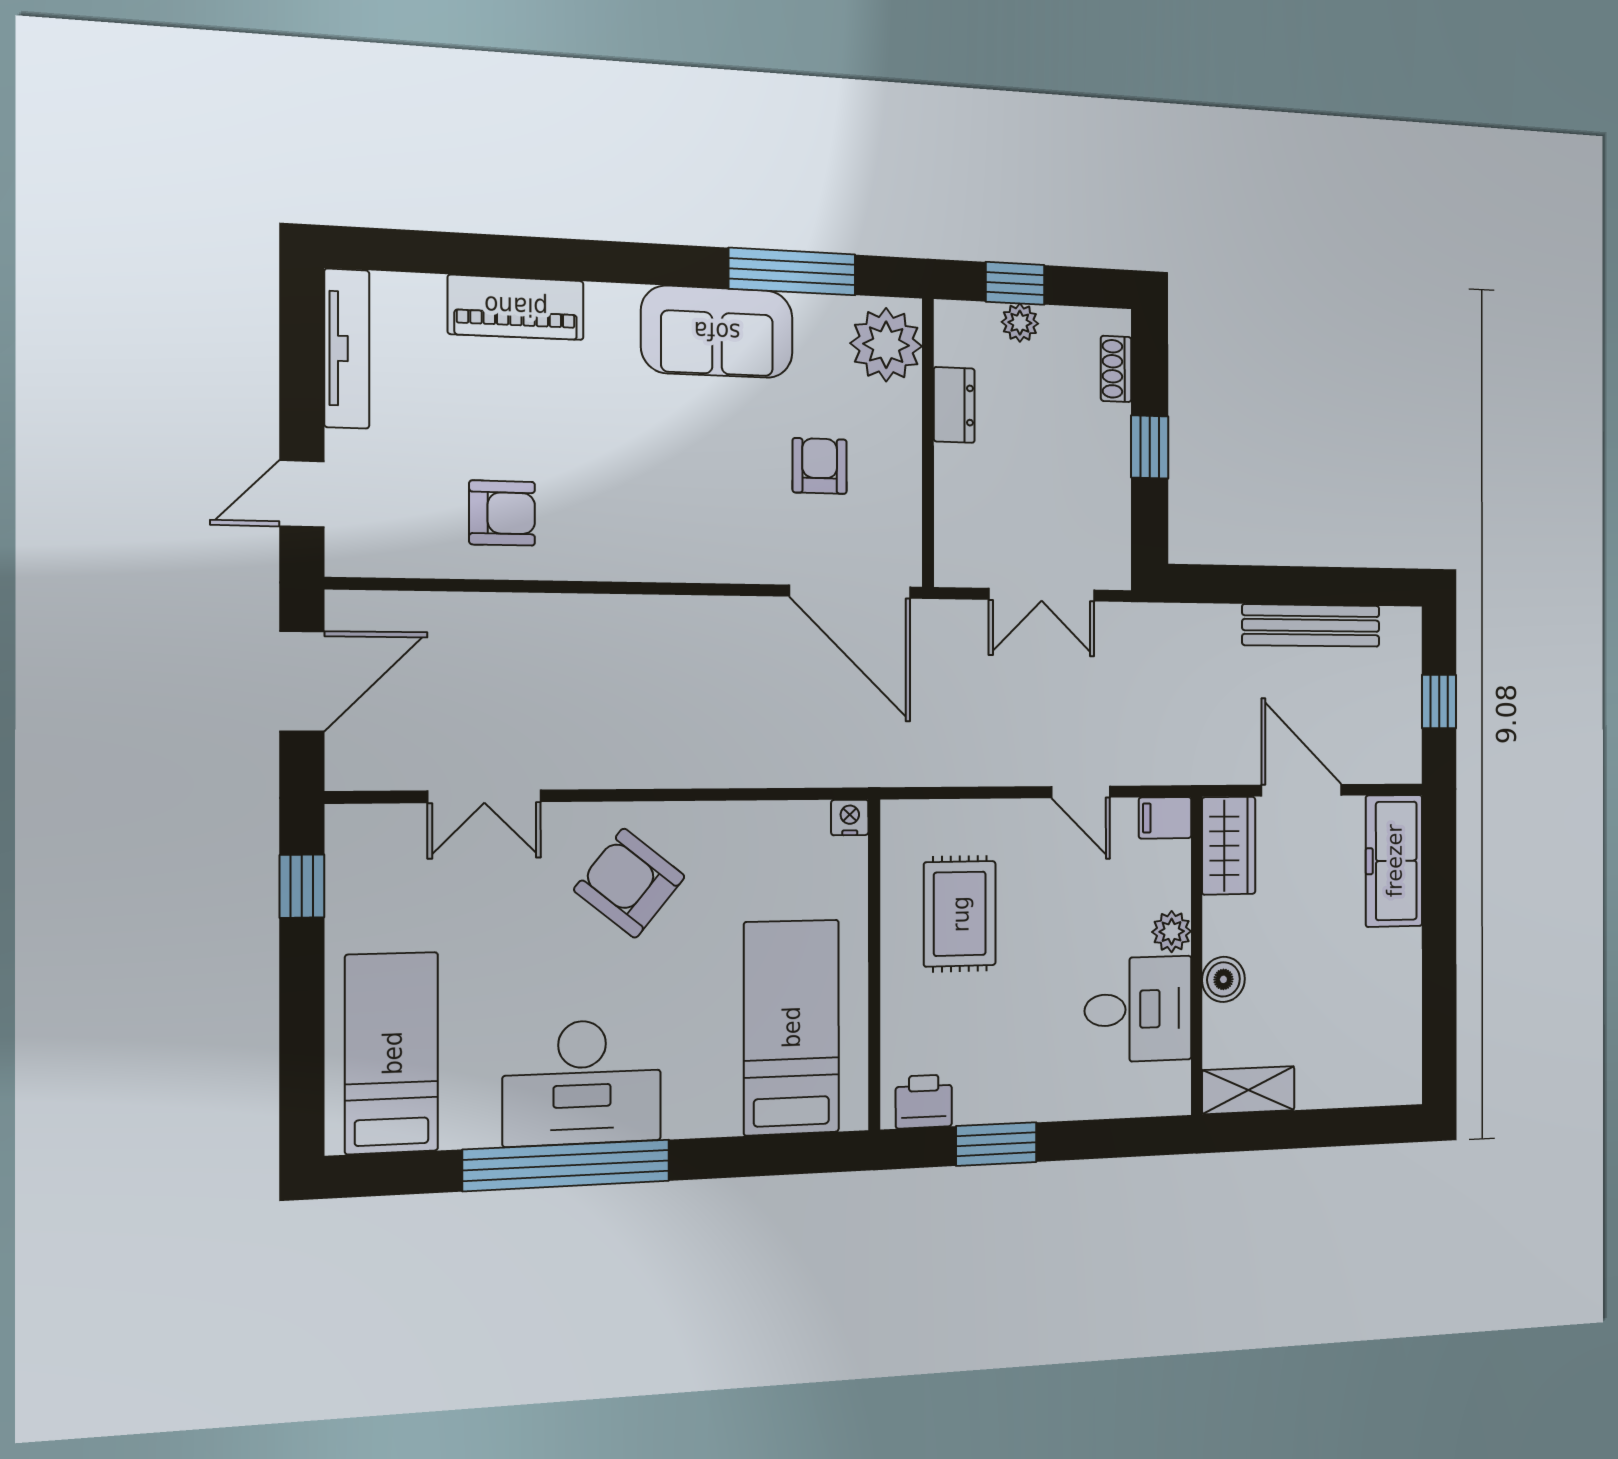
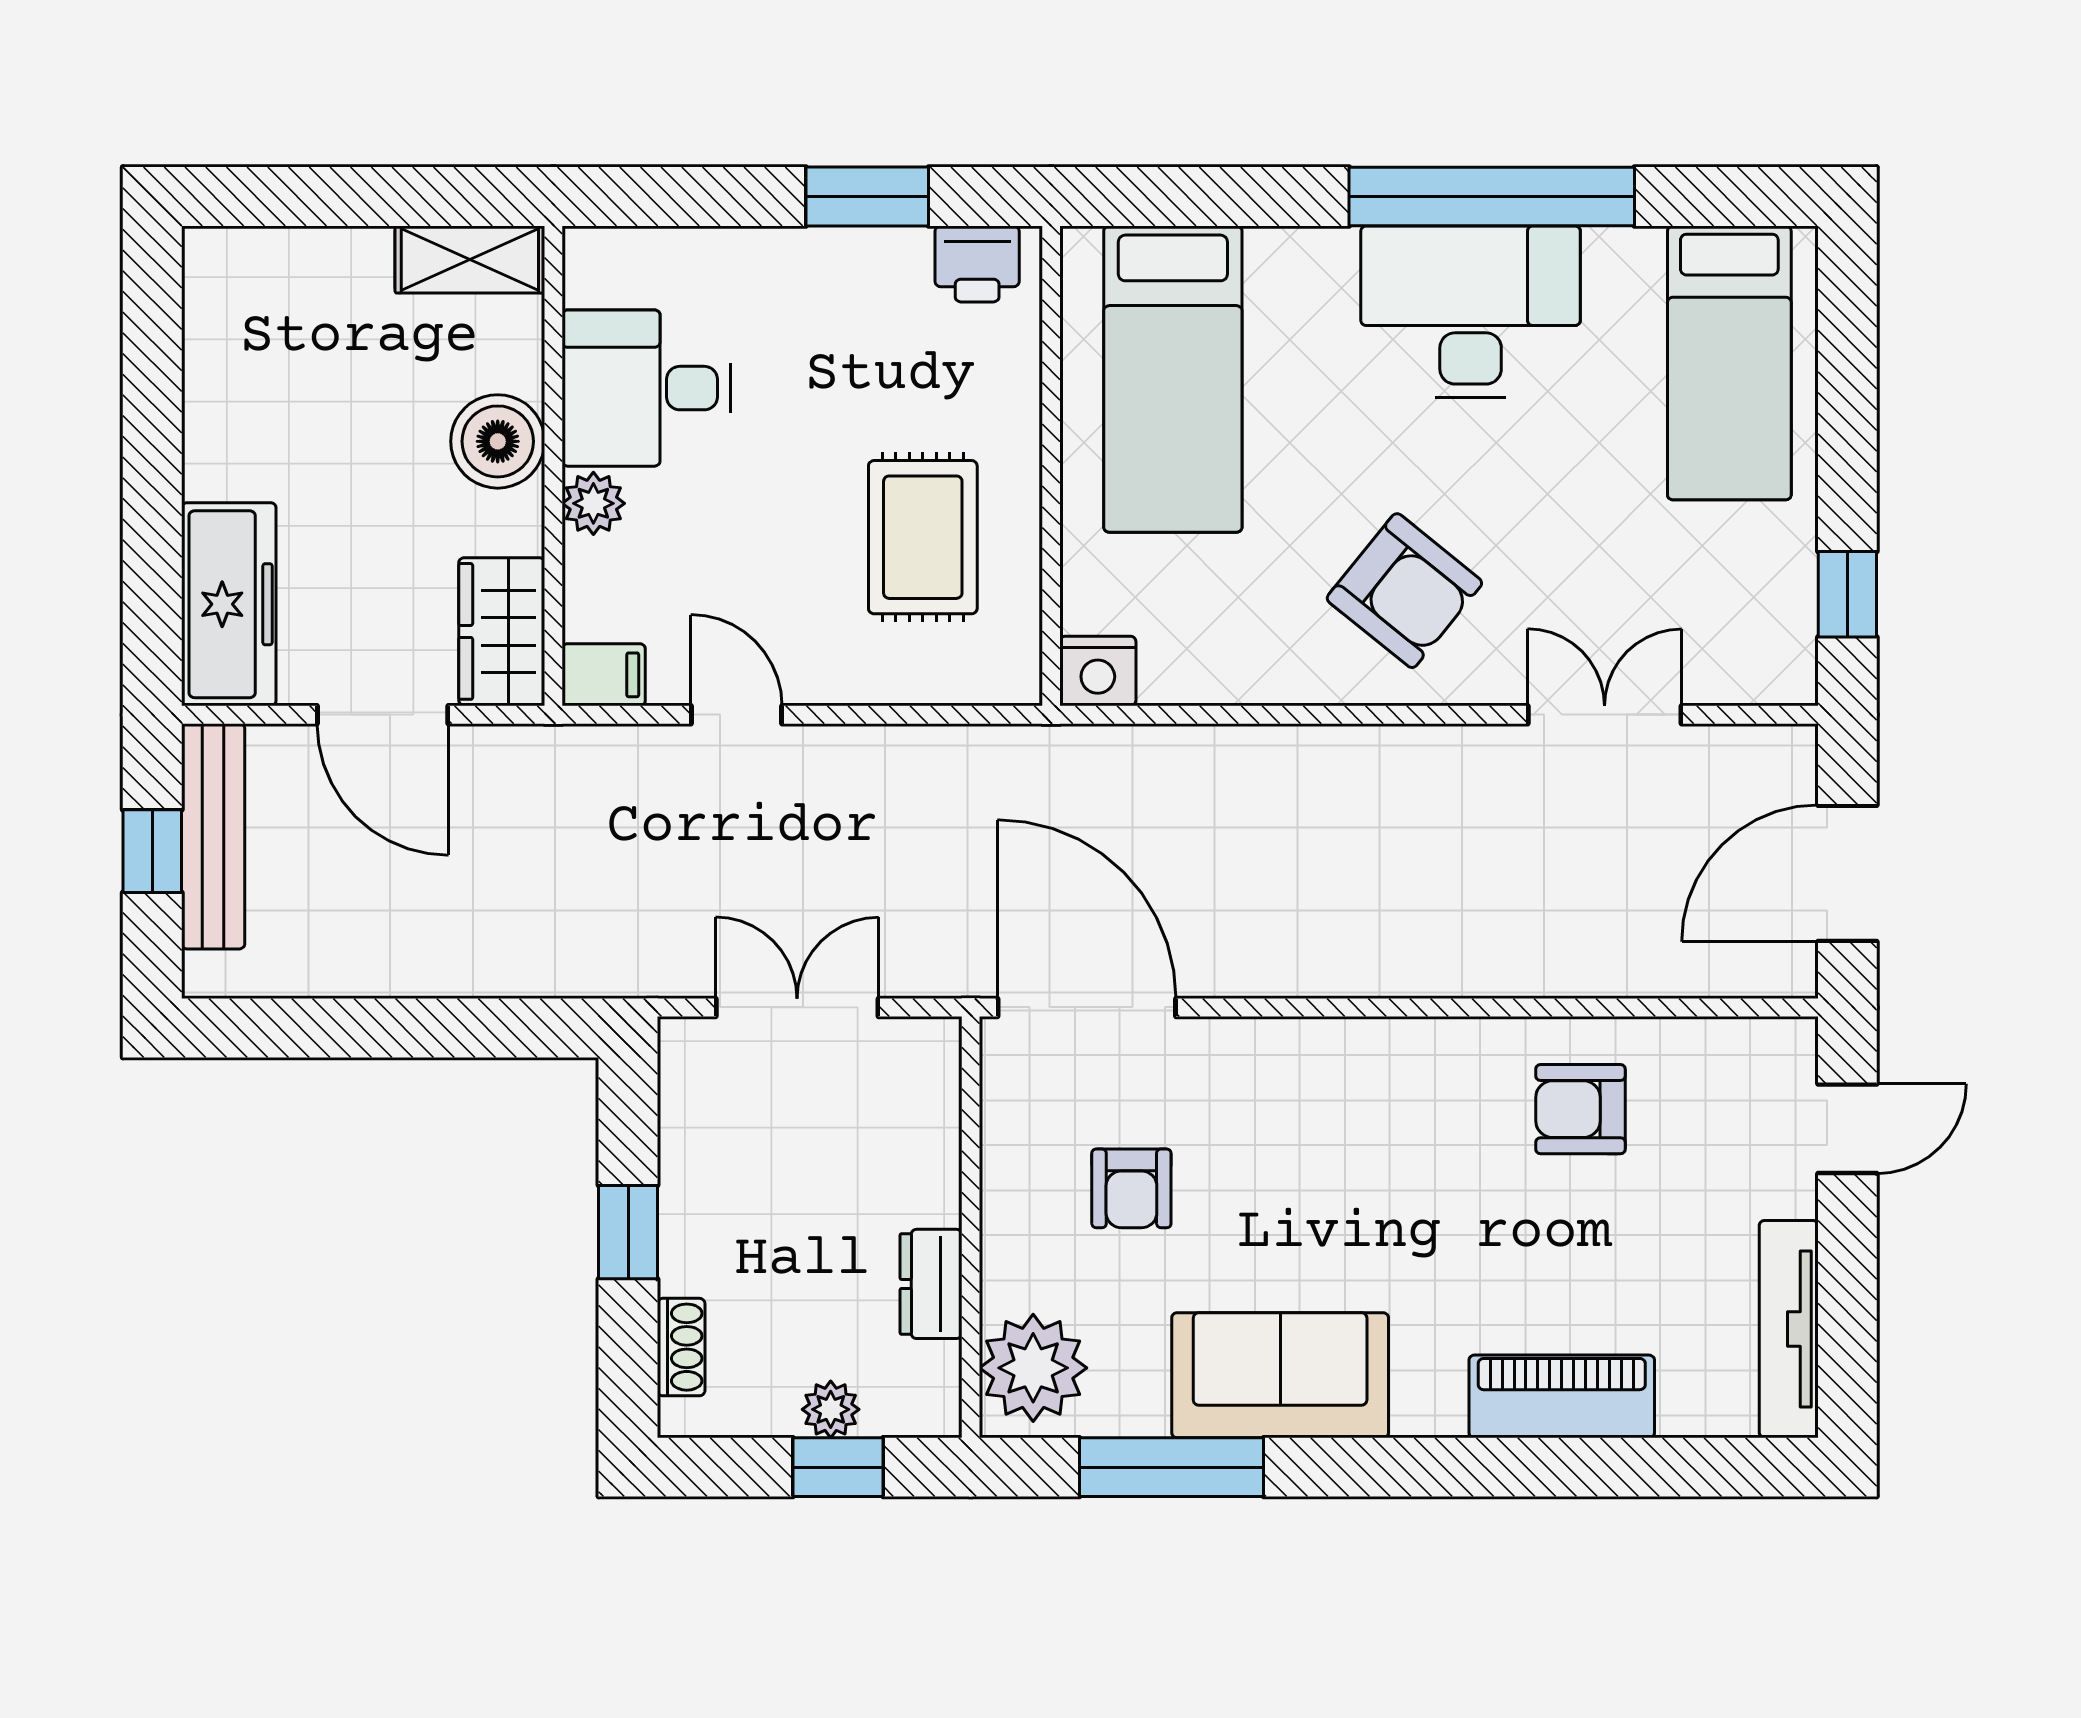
bench: (1311, 625) -> (213, 836), moved, turned 90
nightstand: (850, 817) -> (1098, 671), width x1.39, depth x1.35
boiler: (1223, 979) -> (498, 441), width x1.36, depth x1.36

